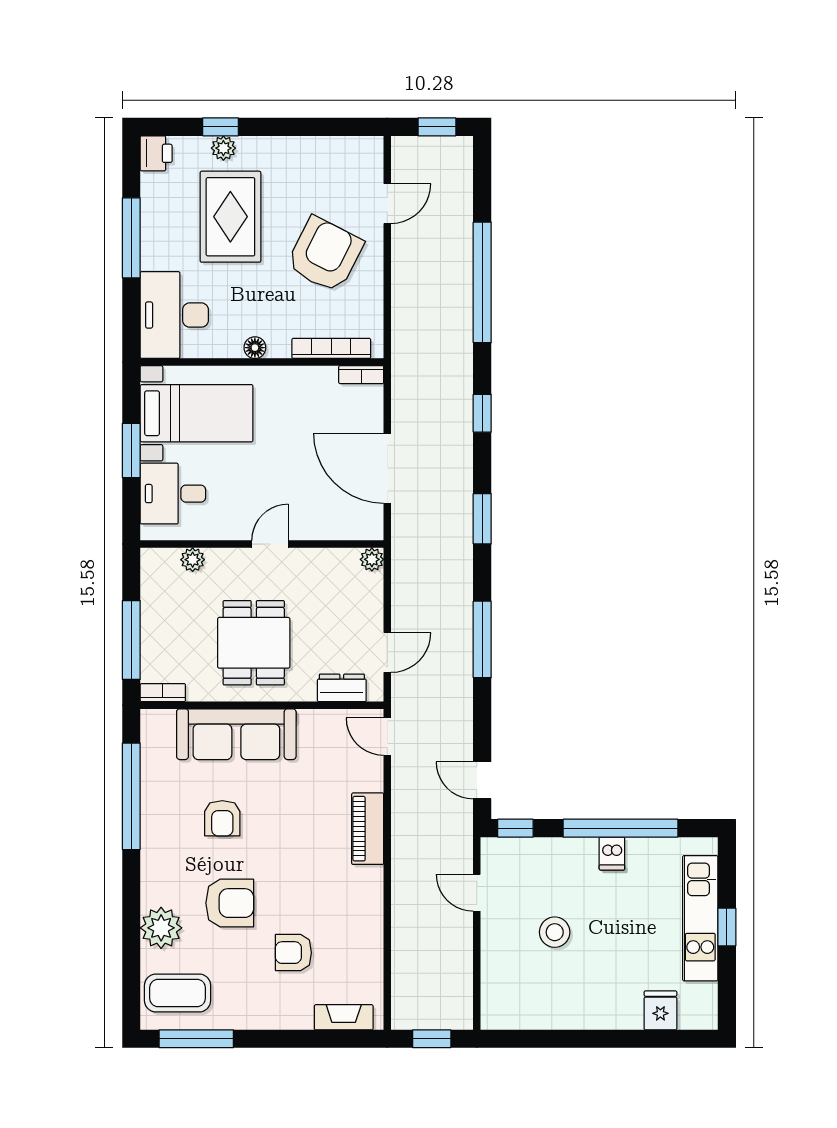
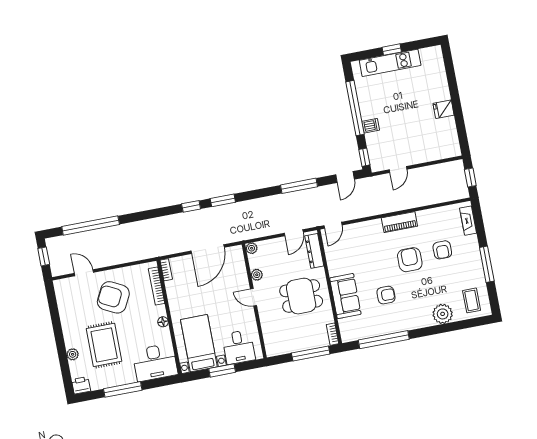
window: (221, 127) -> (63, 358), removed
rug: (230, 217) -> (104, 345), turned 90
window: (482, 282) -> (91, 226), moved
window: (482, 413) -> (191, 206), moved
plant: (193, 560) -> (257, 275), moved
window: (482, 639) -> (299, 186), moved
door: (387, 653) -> (294, 233), swing flipped
dresser: (342, 688) -> (314, 251), width x1.44
sofa: (236, 734) -> (345, 296), width x0.73
piano: (368, 829) -> (399, 222), moved
dishwasher: (612, 854) -> (371, 126), moved
armchair: (230, 903) -> (410, 260), moved
stool: (555, 932) -> (410, 130), removed
coffee table: (178, 993) -> (472, 300), width x0.73, depth x0.77
fridge: (660, 1010) -> (443, 109), moved
window: (196, 1039) -> (487, 264), moved

